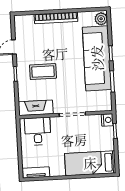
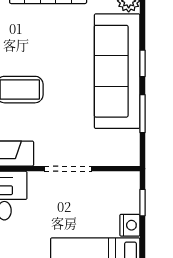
nightstand: (107, 120) -> (130, 225), moved

